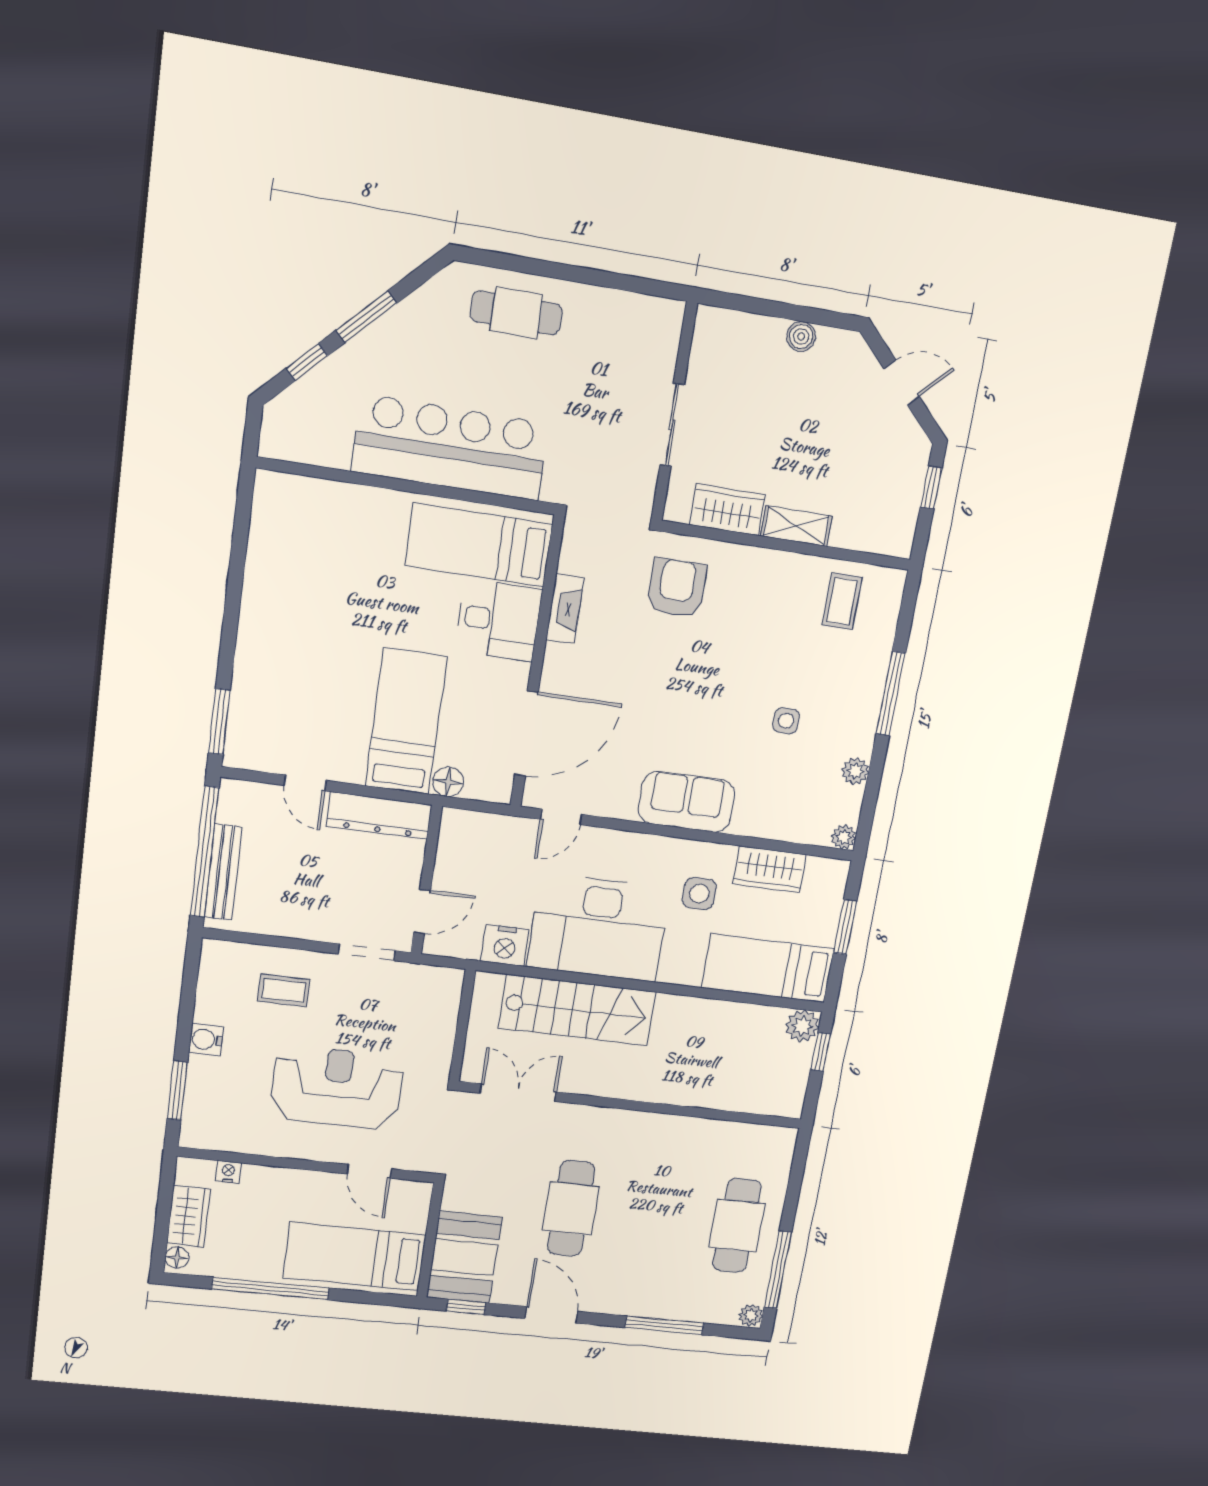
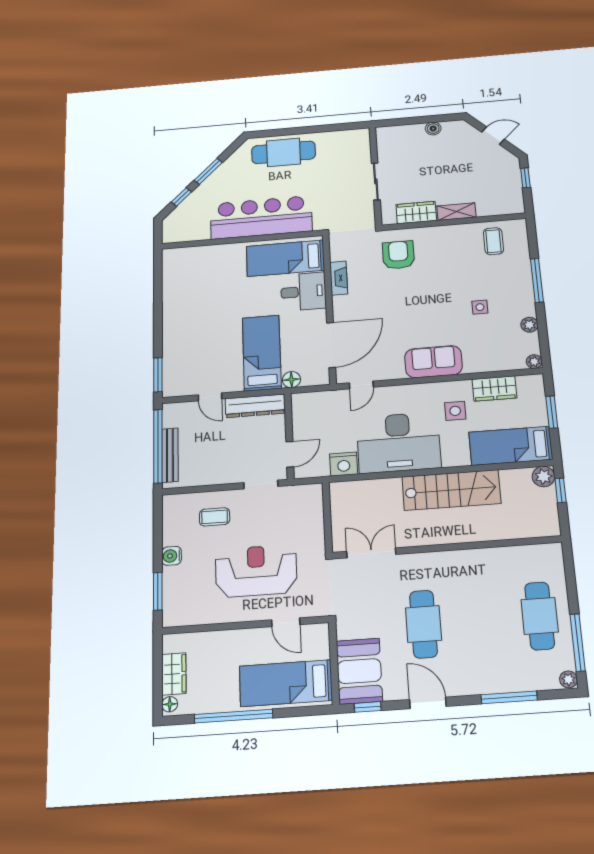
cafe table: (516, 313) -> (283, 152), width x1.37, depth x1.35
stairs: (577, 1010) -> (451, 490), moved
nightstand: (228, 1172) -> (196, 639), removed

